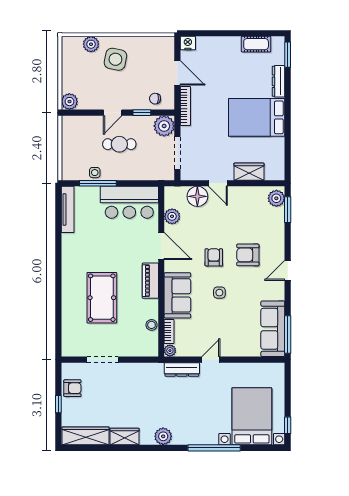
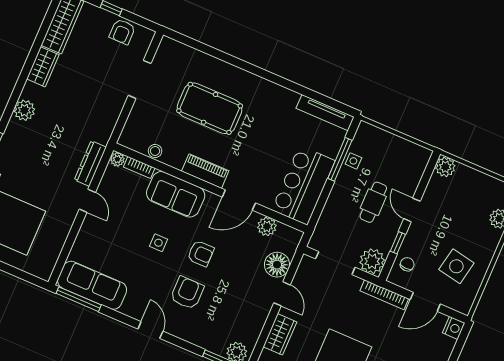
side table: (115, 59) -> (456, 266), moved
door: (218, 183) -> (282, 294), swing flipped

